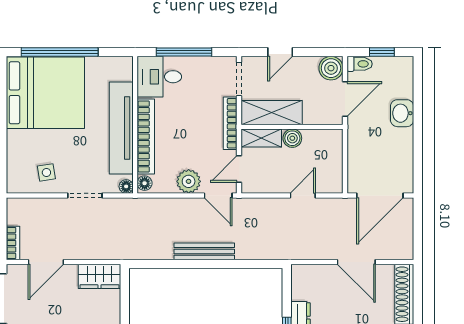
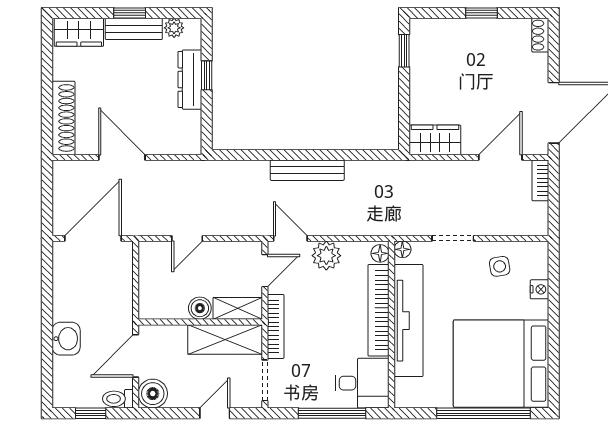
nightstand: (14, 154) -> (539, 289), added

